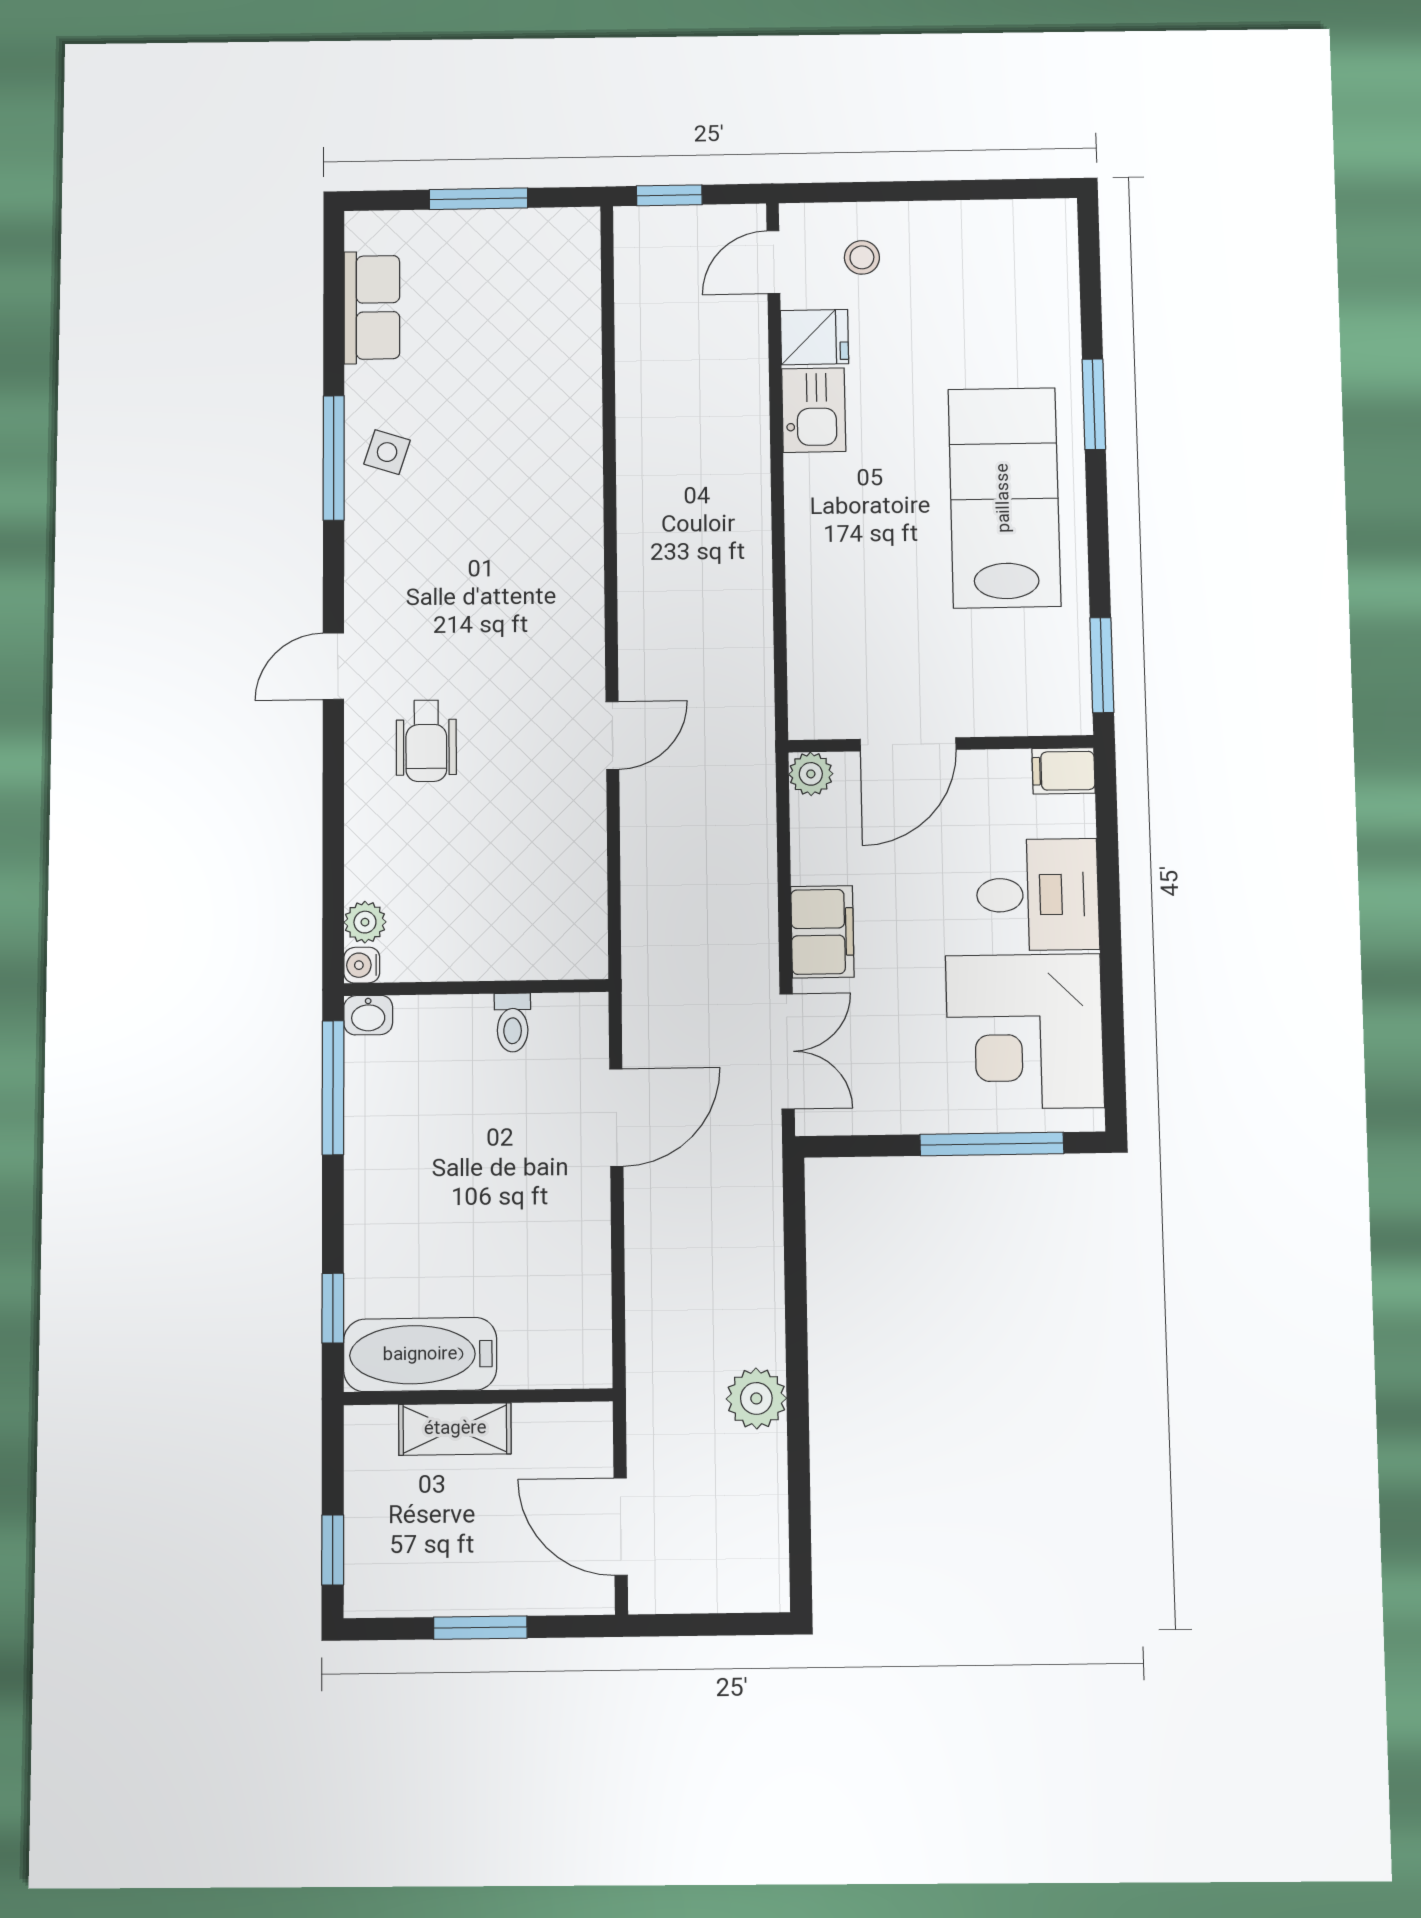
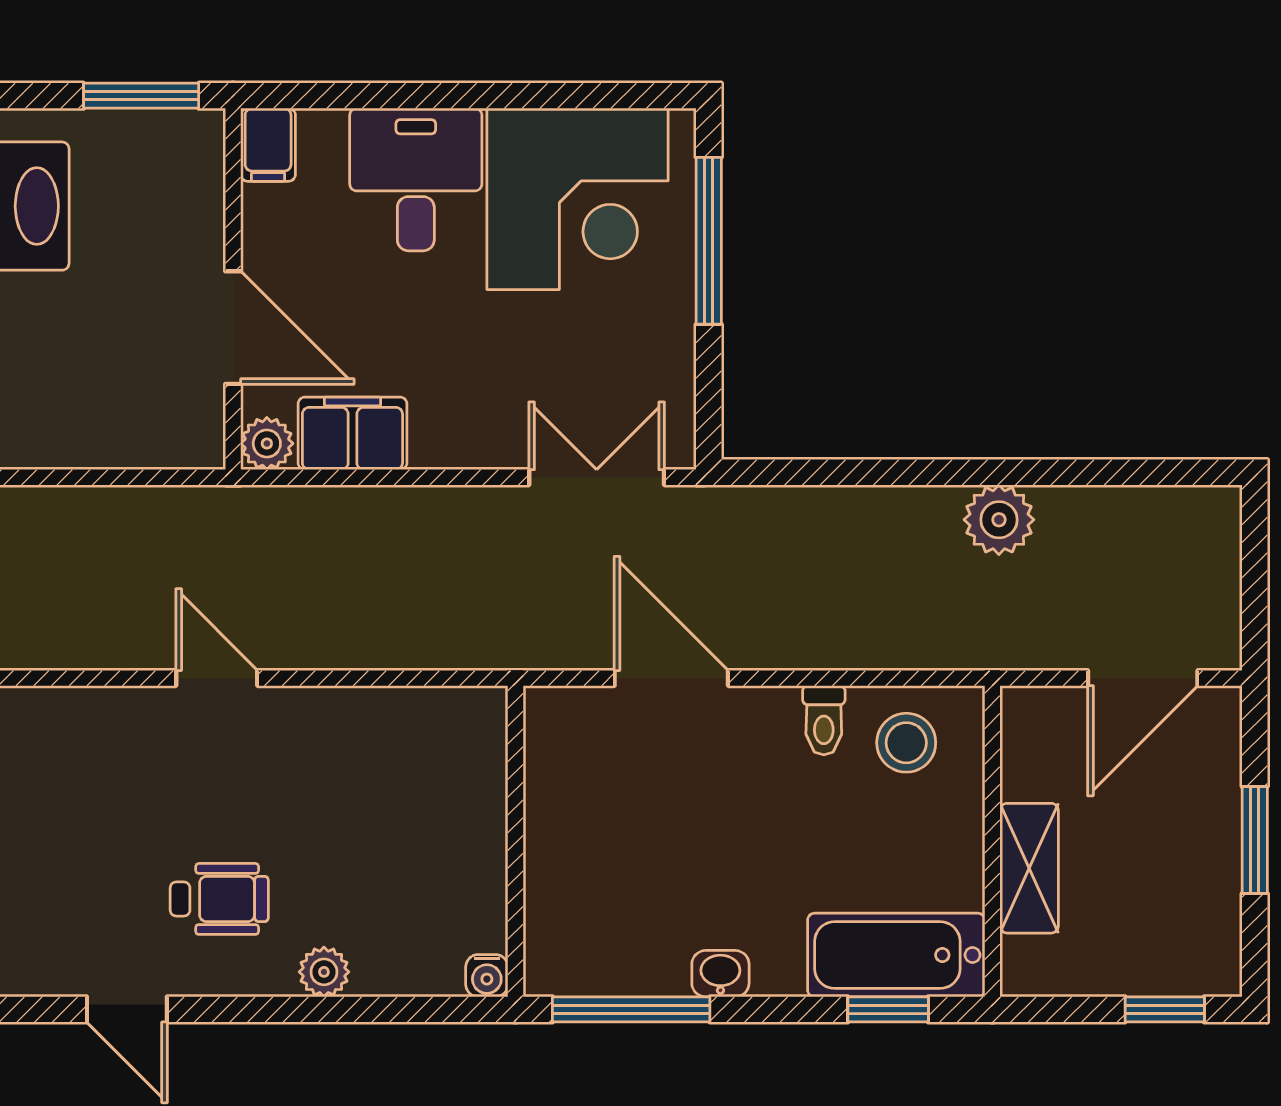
plant: (365, 922) -> (324, 972), moved
filing cabinet: (822, 932) -> (352, 433), moved
washbasin: (368, 1015) -> (720, 974), moved, turned -90
toilet: (513, 1023) -> (824, 720), moved, turned 90
stool: (563, 1321) -> (906, 743), added
bathtub: (420, 1355) -> (896, 955), moved, turned 90

